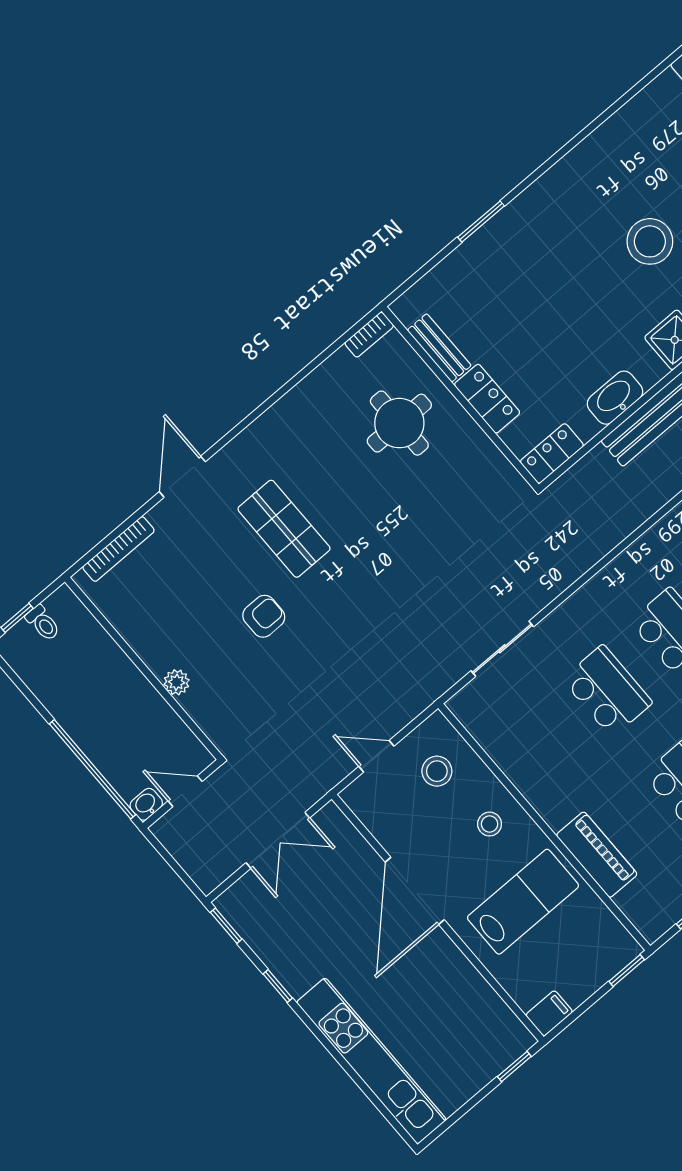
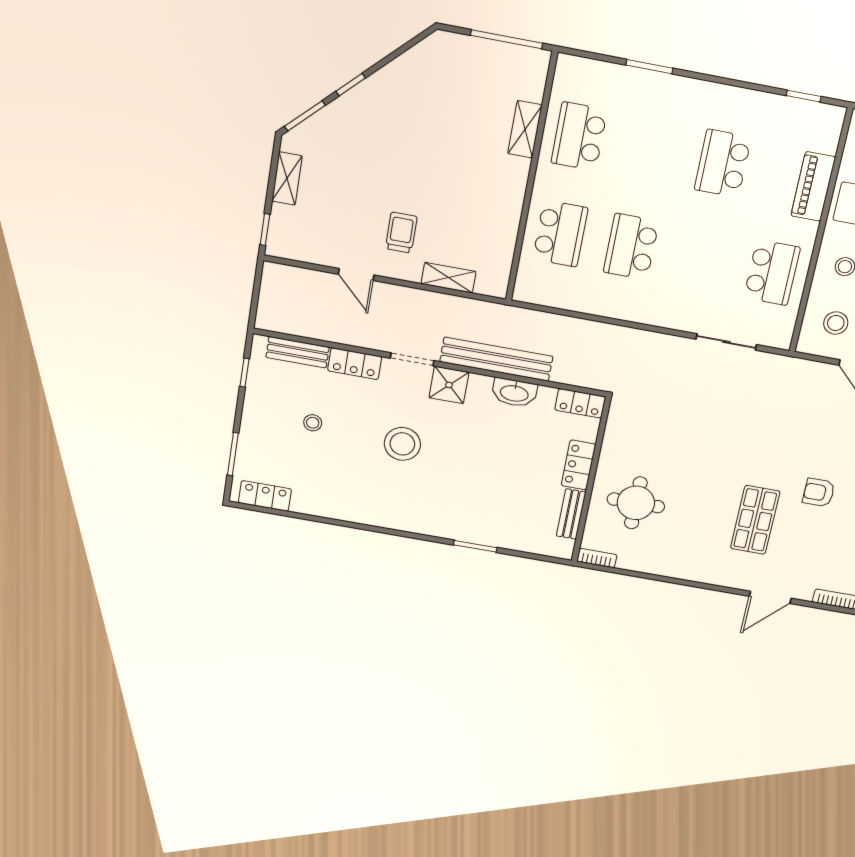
school desk: (607, 691) -> (772, 273), moved, turned 180

